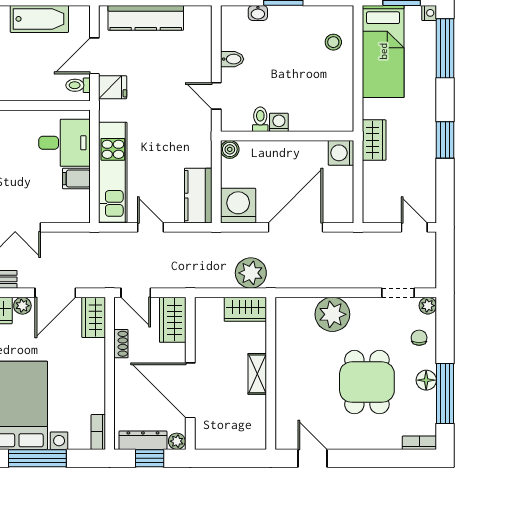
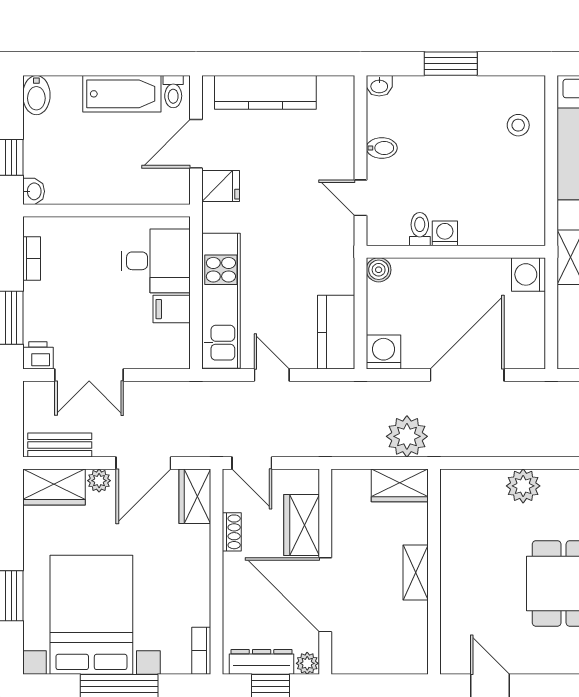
washbasin: (258, 13) -> (379, 86), moved
toilet: (78, 85) -> (173, 92), moved, turned -90
washing machine: (238, 206) -> (384, 352), width x0.73, depth x0.73
plant: (332, 314) -> (523, 486), width x0.73, depth x0.73
wardrobe: (173, 320) -> (302, 525), moved

